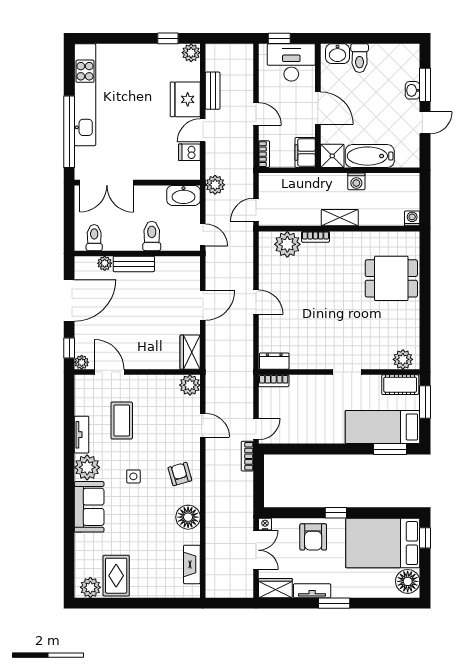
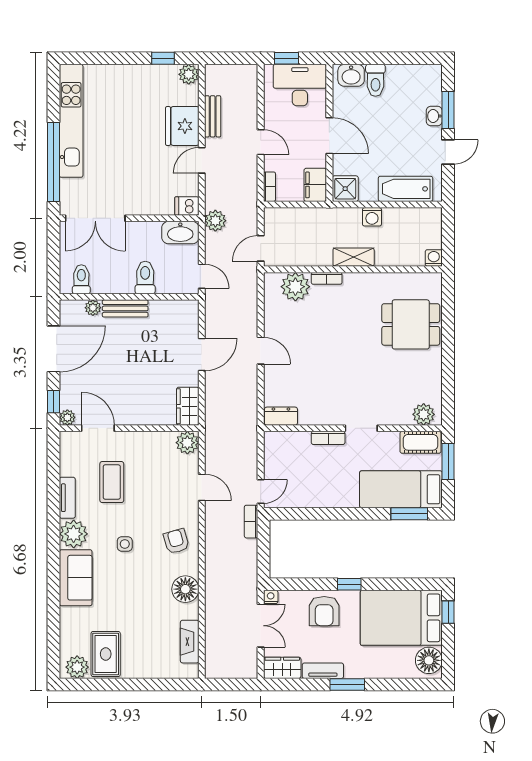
dishwasher: (189, 152) -> (187, 206), moved
bathtub: (370, 156) -> (406, 189), moved
bookcase: (274, 381) -> (328, 438), moved

